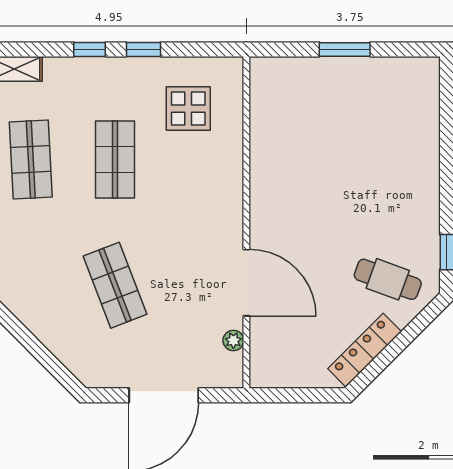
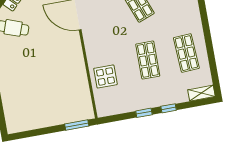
window: (345, 49) -> (77, 125), moved
display table: (188, 109) -> (105, 76), moved

